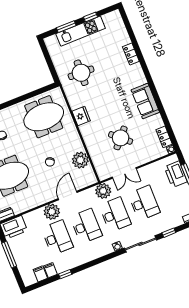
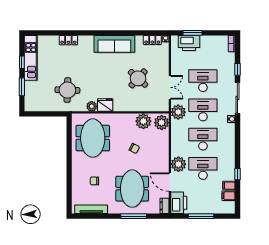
kitchen unit: (81, 31) -> (31, 58), moved
sofa: (145, 101) -> (114, 44), width x1.36
plant: (75, 103) -> (92, 106), added
plant: (86, 179) -> (162, 123), added
door: (68, 196) -> (170, 182), moved

